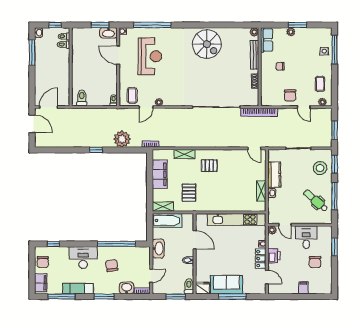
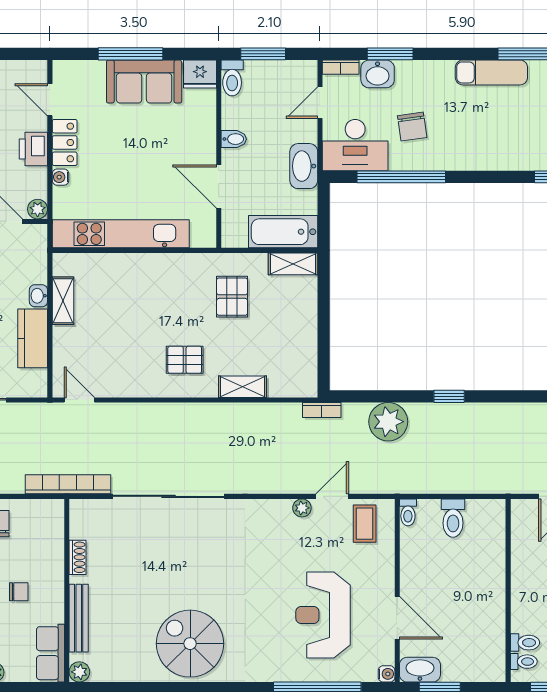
toilet: (82, 98) -> (453, 518), moved
filing cabinet: (160, 174) -> (300, 339), removed
desk: (83, 258) -> (355, 145), moved
window: (104, 297) -> (390, 54), moved

